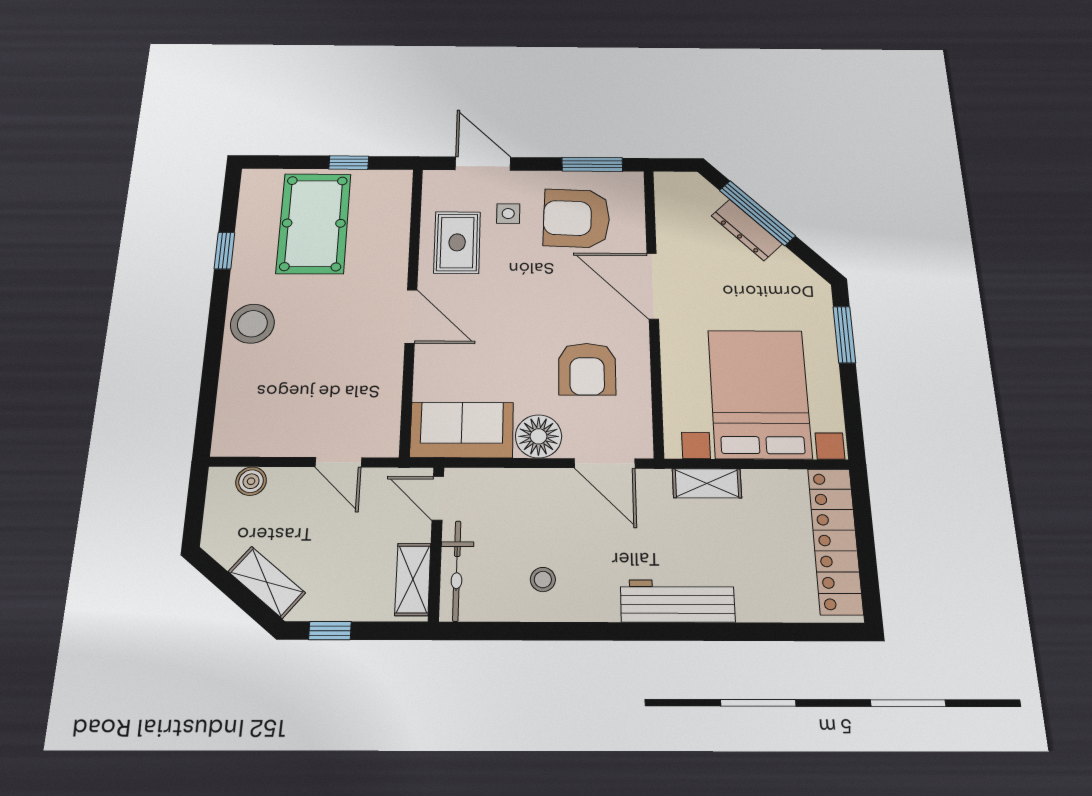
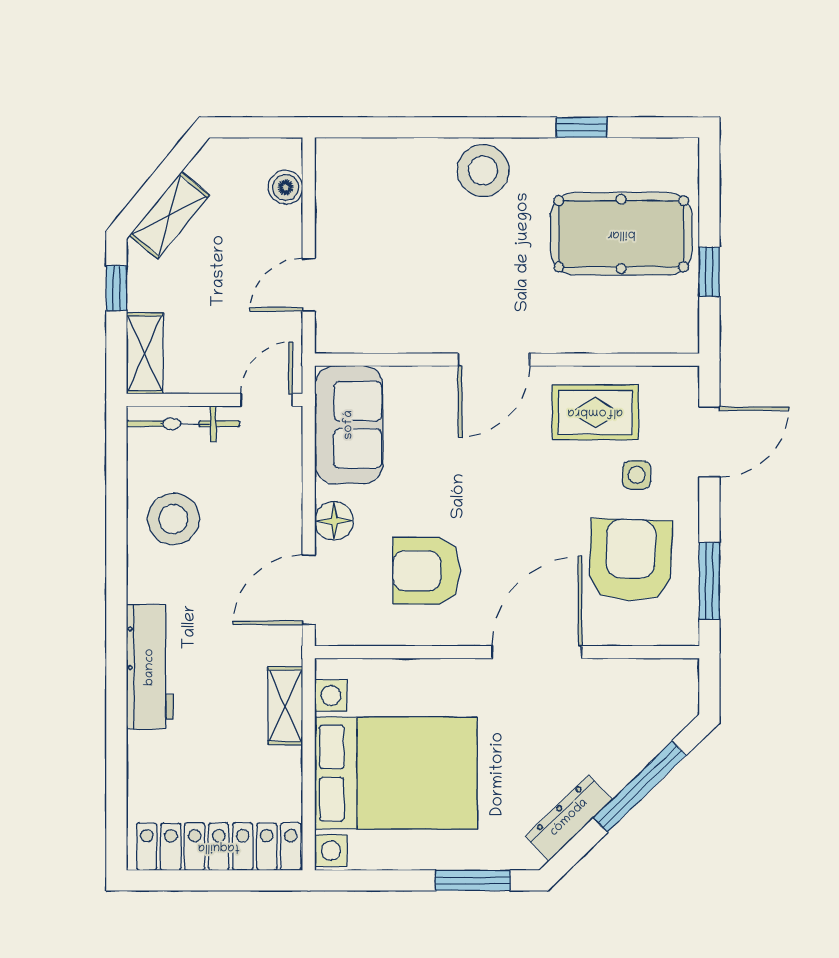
dresser: (747, 230) -> (569, 818), moved
floor lamp: (539, 436) -> (334, 521), width x0.73, depth x0.73
shelving: (413, 579) -> (145, 353), moved, turned 90
stool: (543, 580) -> (173, 519), width x1.89, depth x1.89

